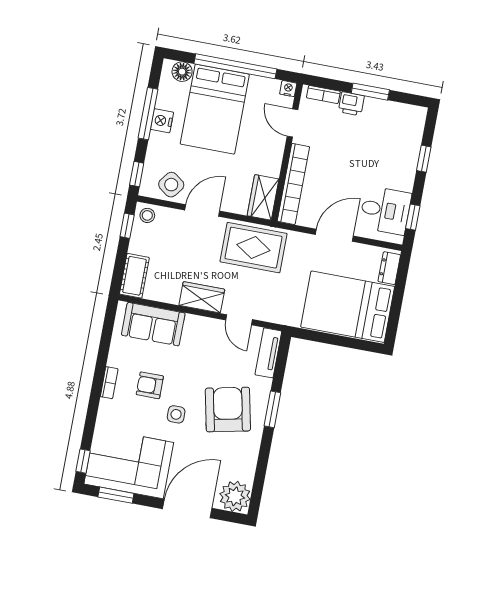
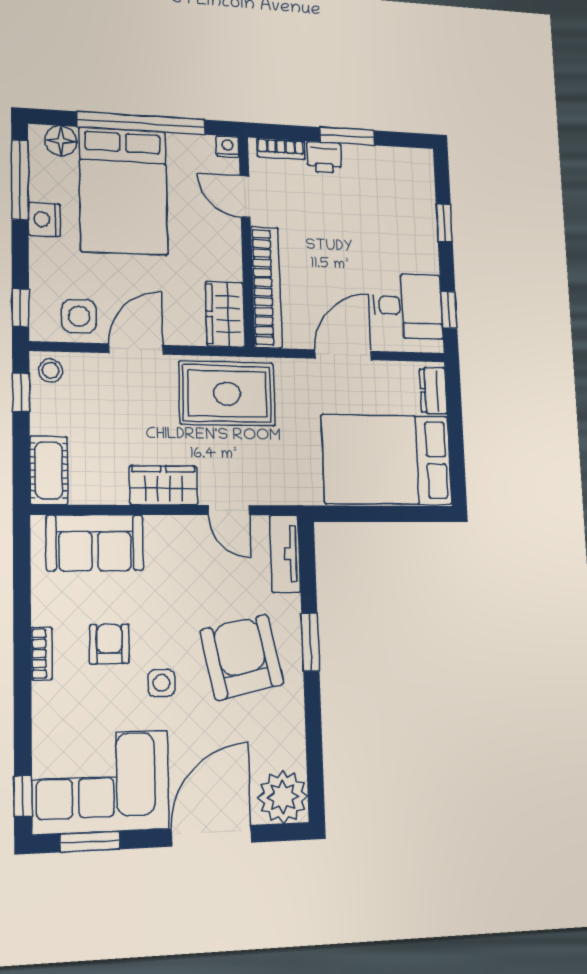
window: (148, 114) -> (20, 180), moved
side table: (171, 185) -> (79, 316), turned -37
armchair: (150, 385) -> (109, 644), turned 90

